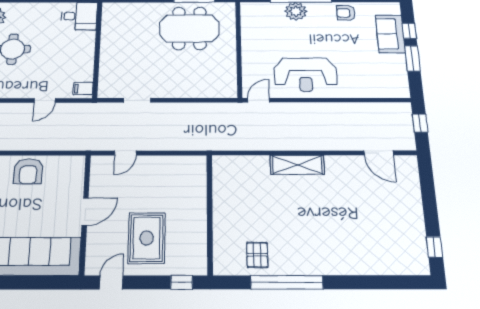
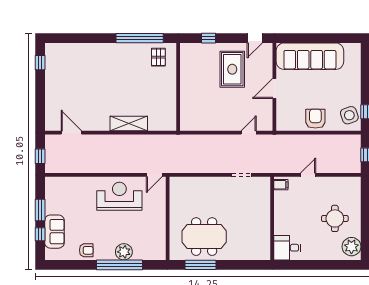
wall: (210, 214) -> (178, 87), moved

